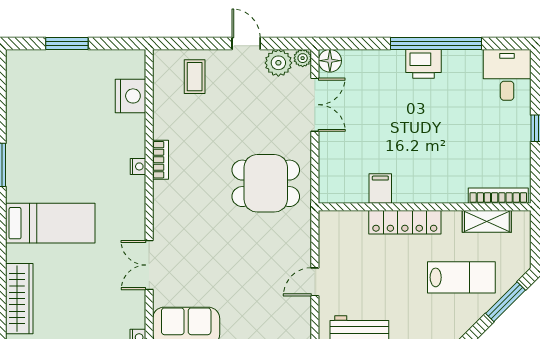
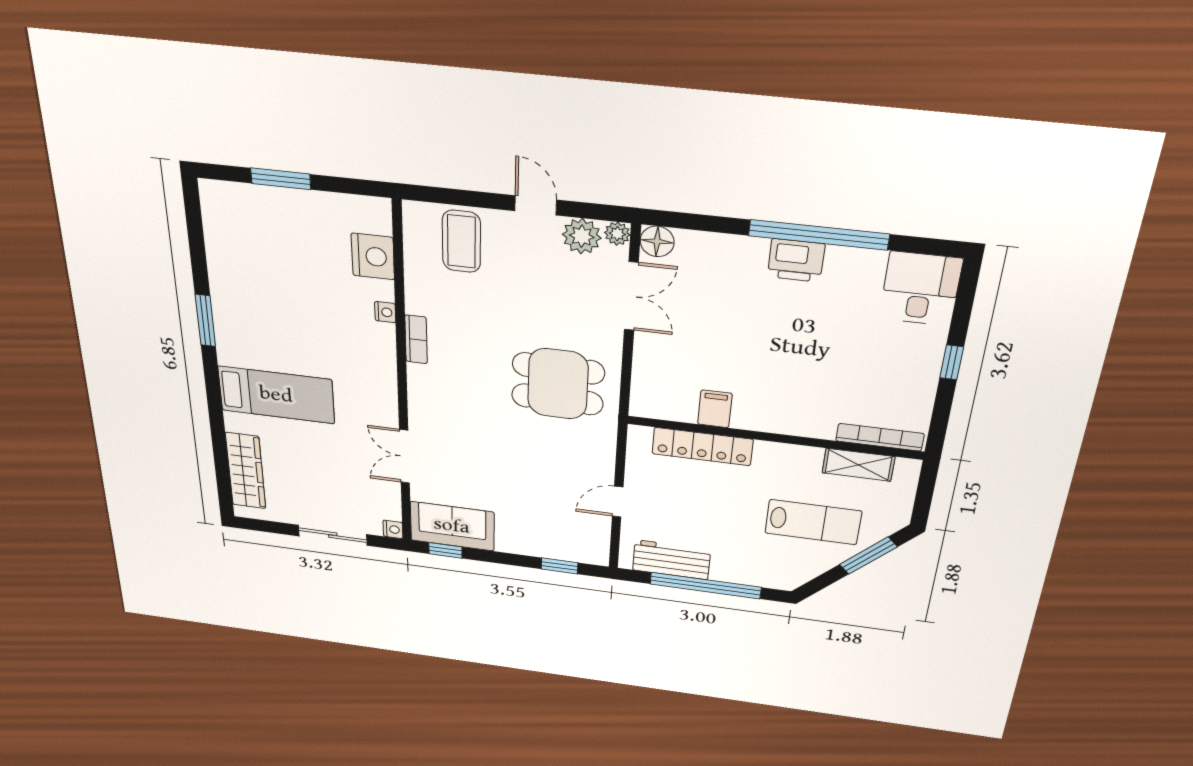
coffee table: (195, 77) -> (461, 241), width x1.36, depth x1.30
nightstand: (138, 166) -> (385, 312), moved
locker: (405, 222) -> (702, 447), moved

